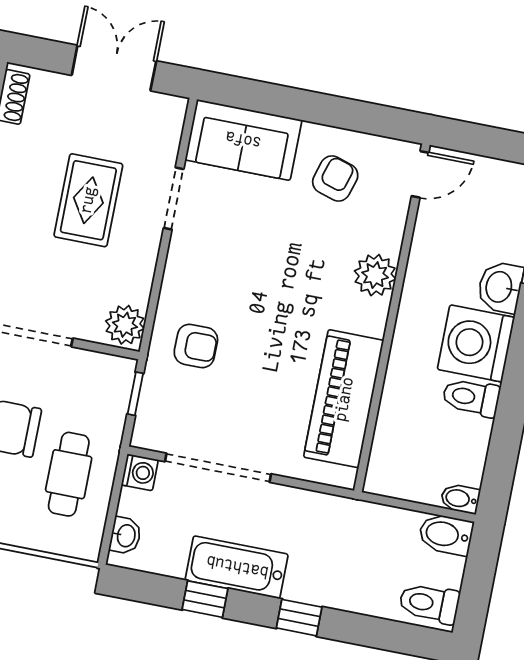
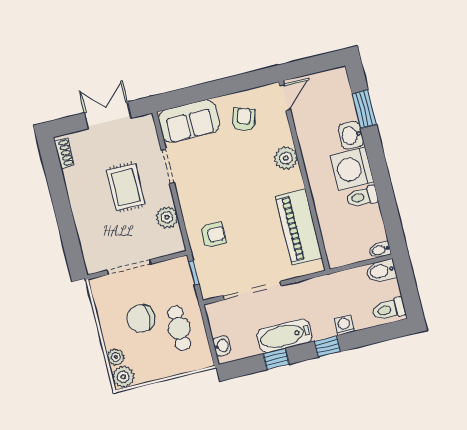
plant: (125, 325) -> (167, 217), moved
washing machine: (140, 472) -> (344, 325), moved, turned -90

